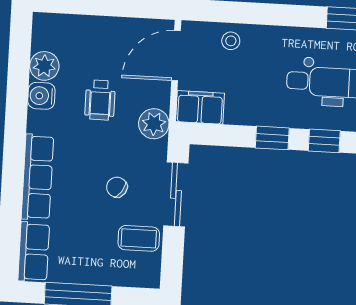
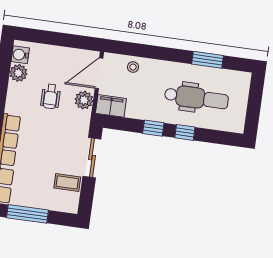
water cooler: (41, 96) -> (20, 55), moved
plant: (154, 124) -> (84, 100), moved
chair: (117, 187) -> (56, 150), removed

